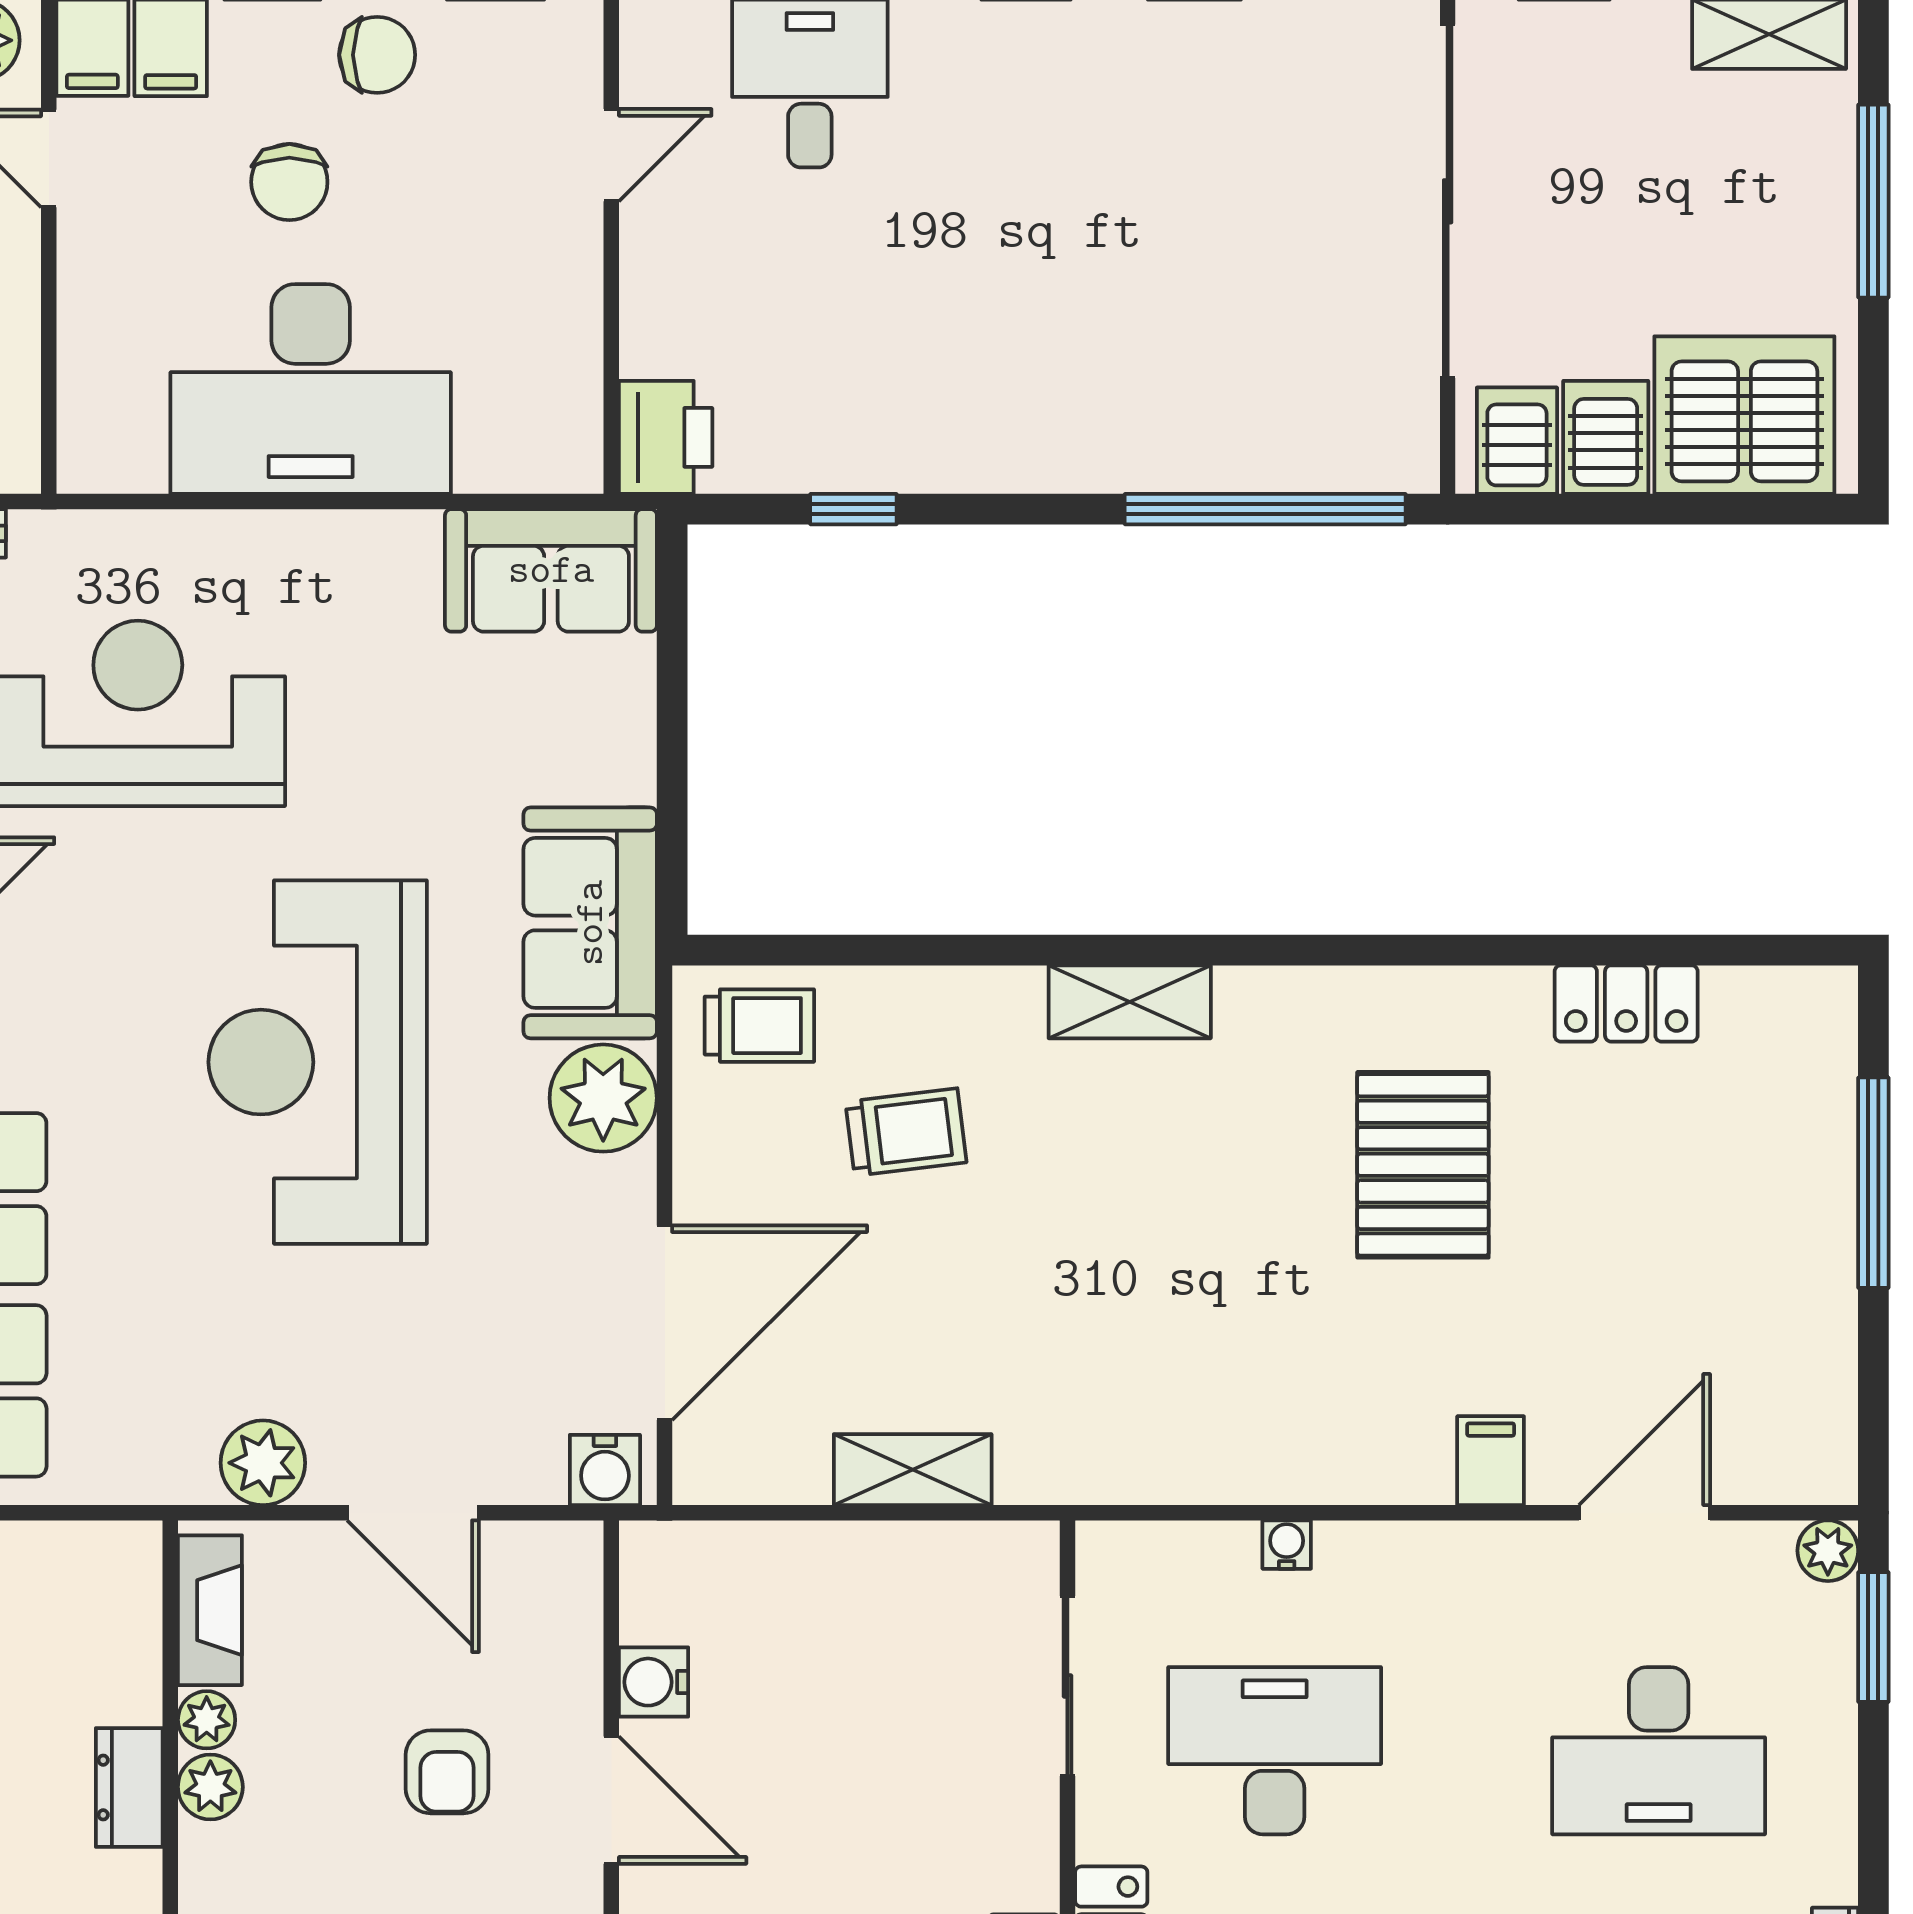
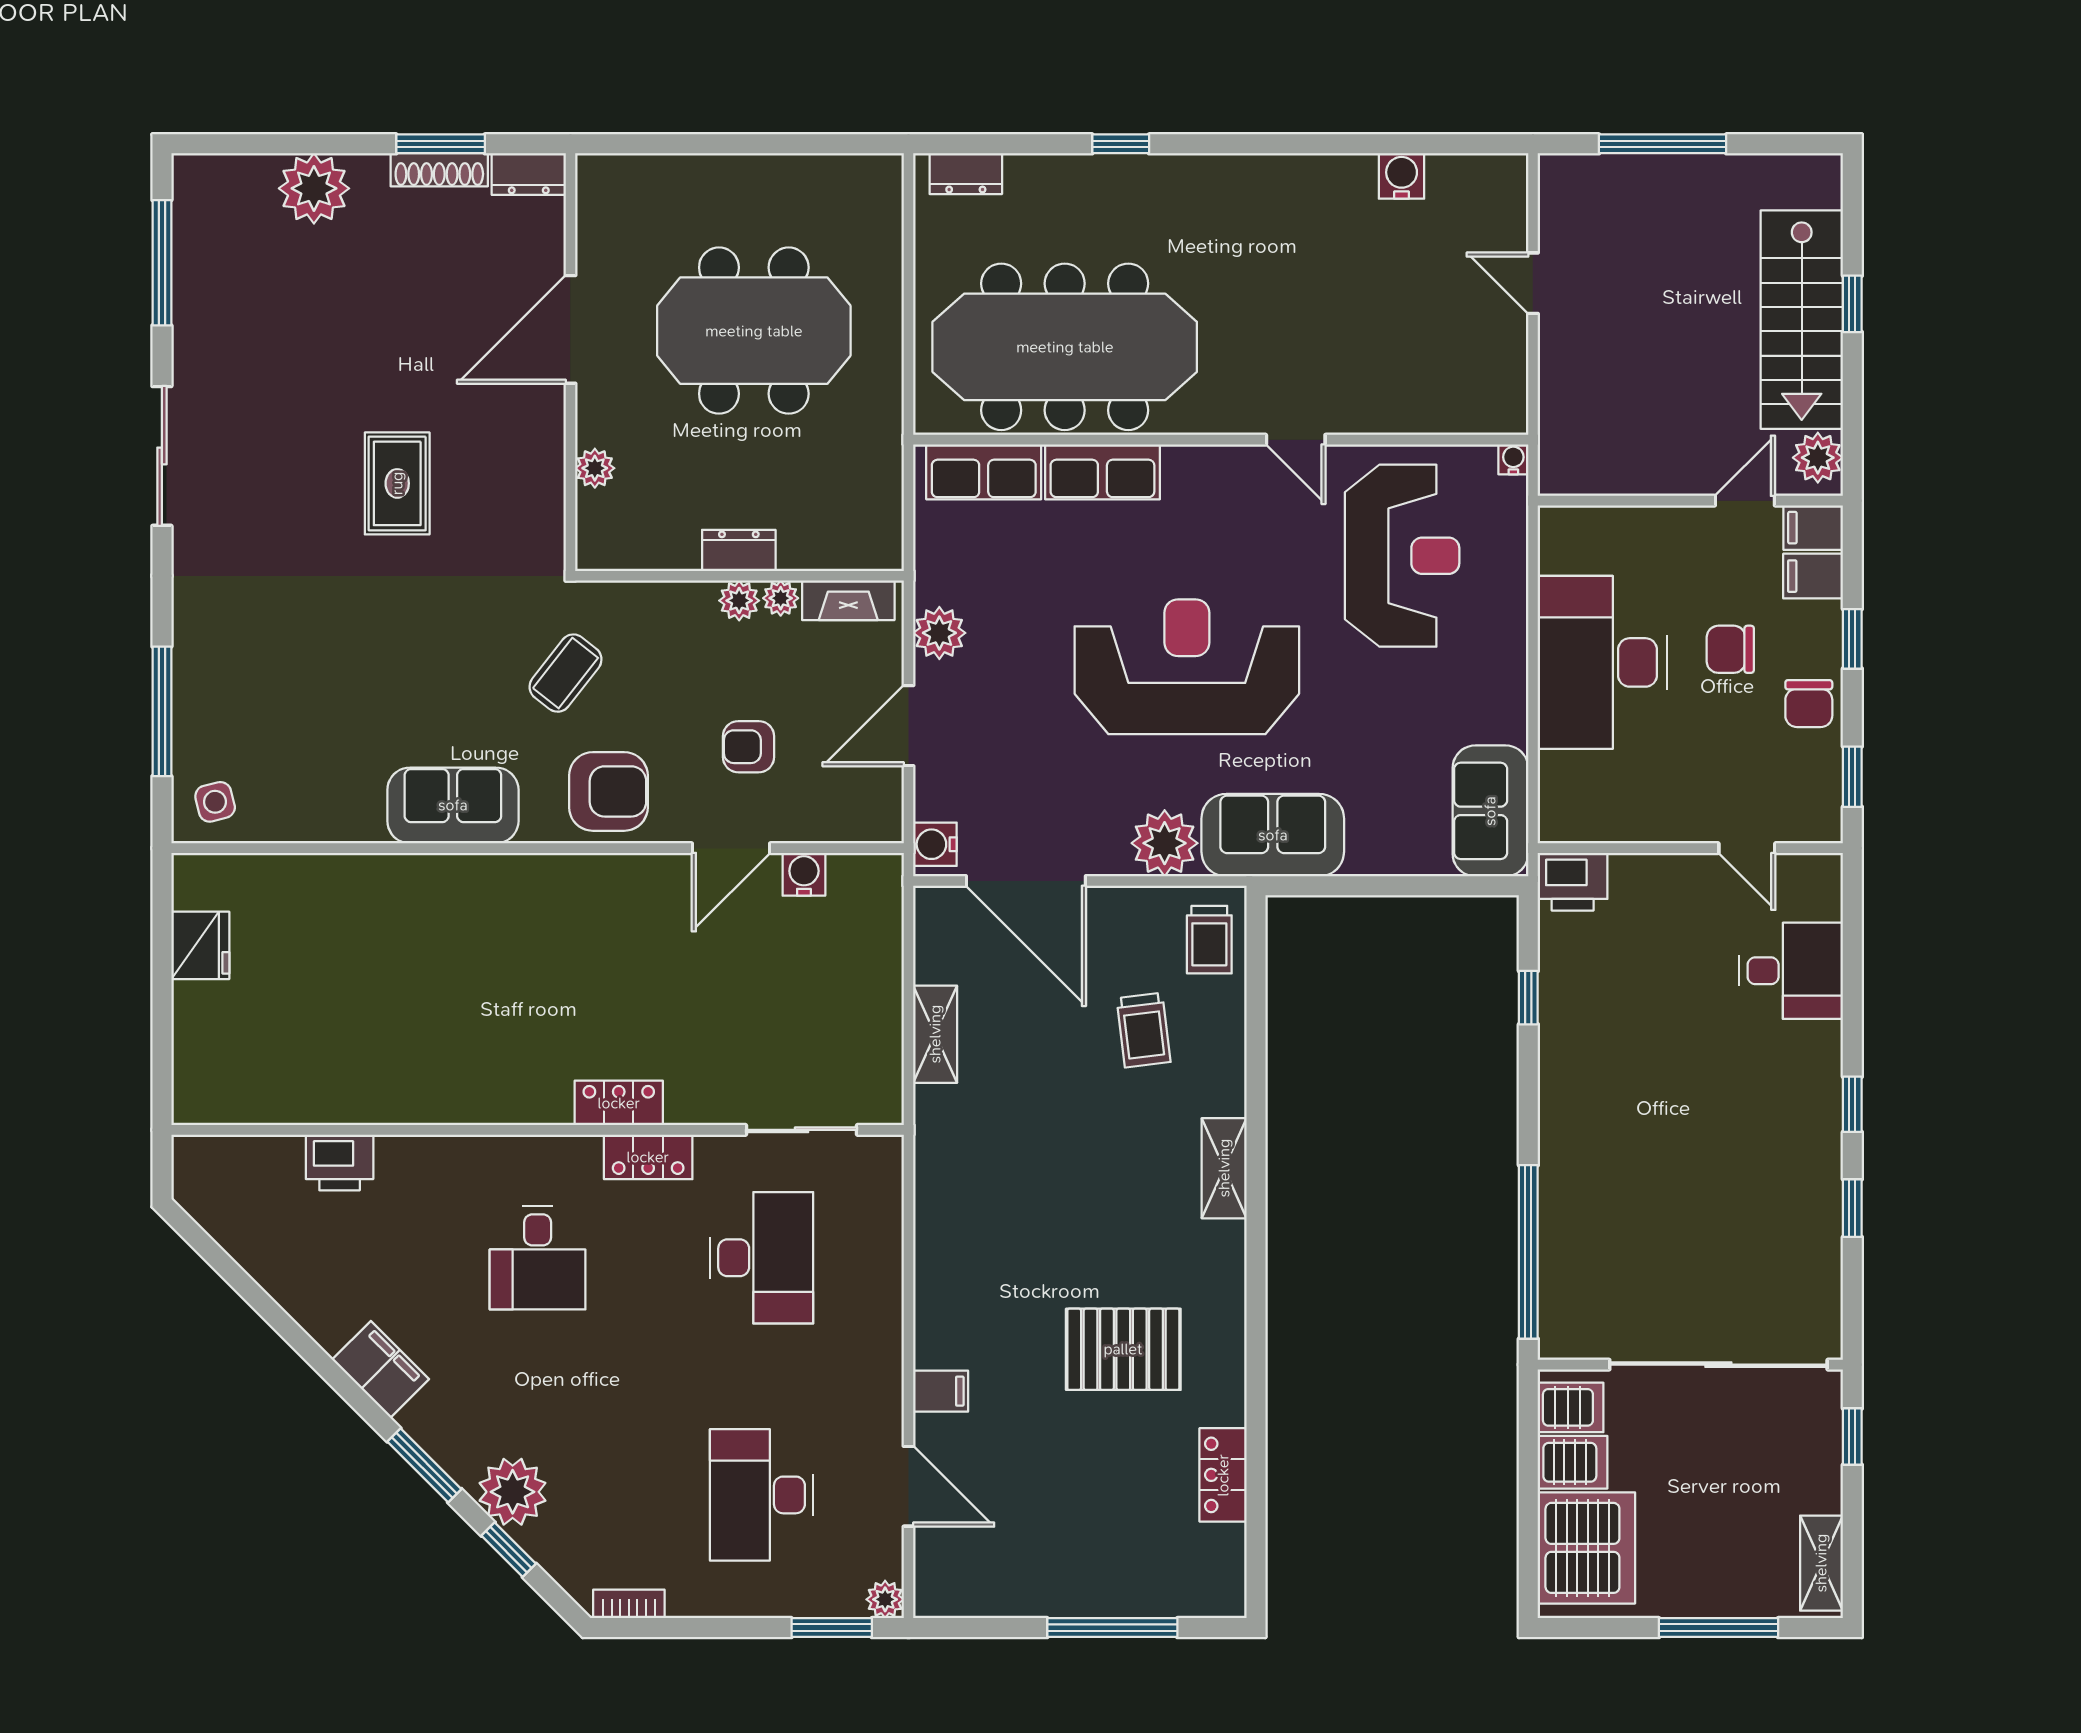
water cooler: (1287, 1545) -> (889, 1265), removed

